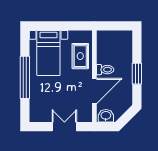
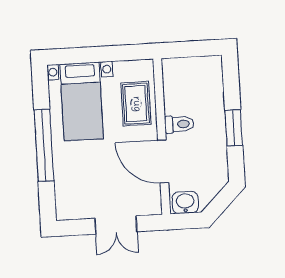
door: (94, 91) -> (163, 162), swing flipped
double door: (64, 127) -> (116, 225), swing flipped

